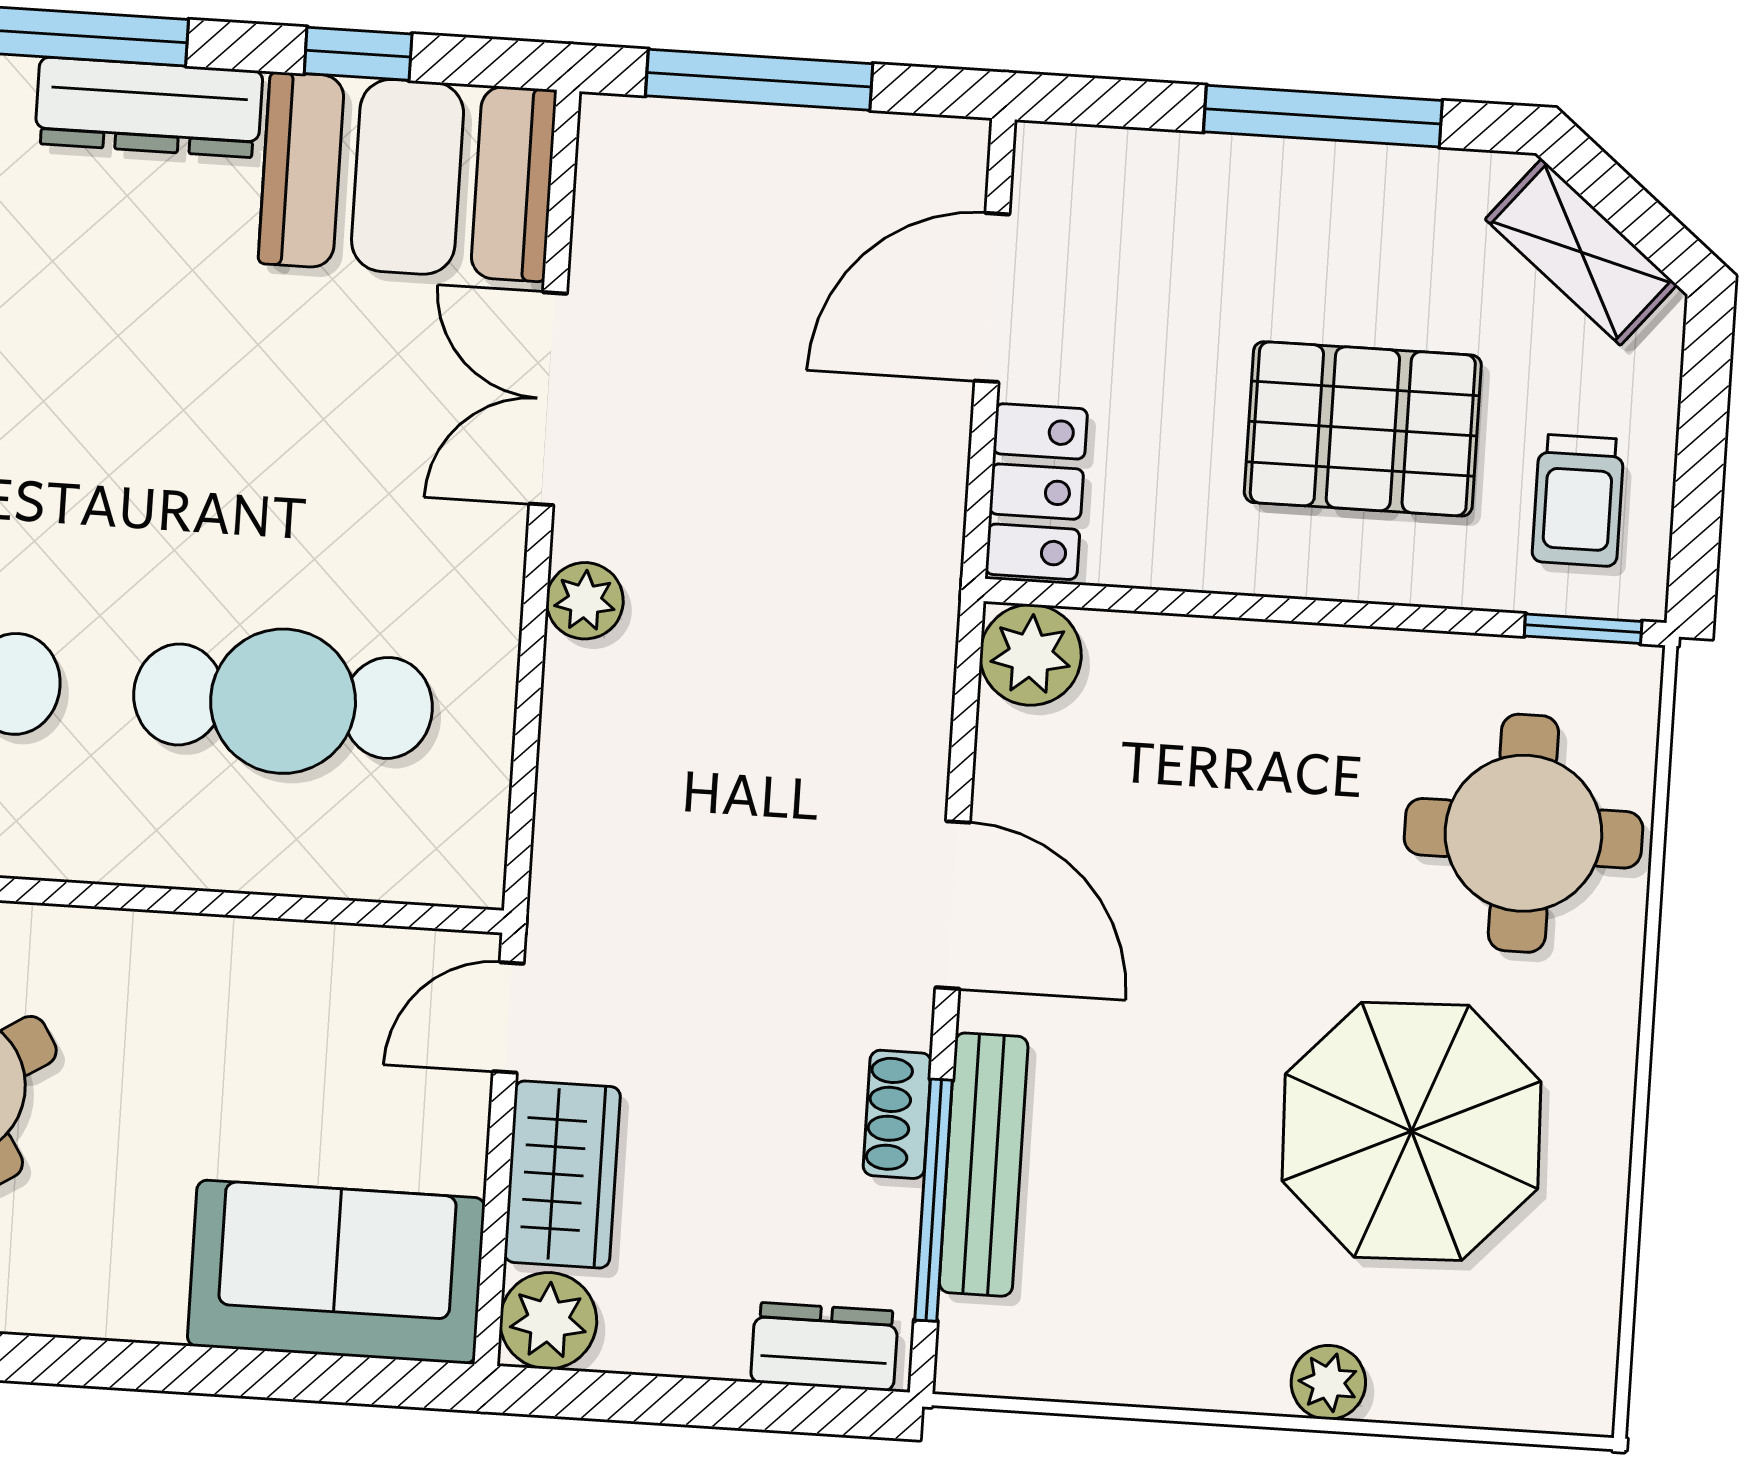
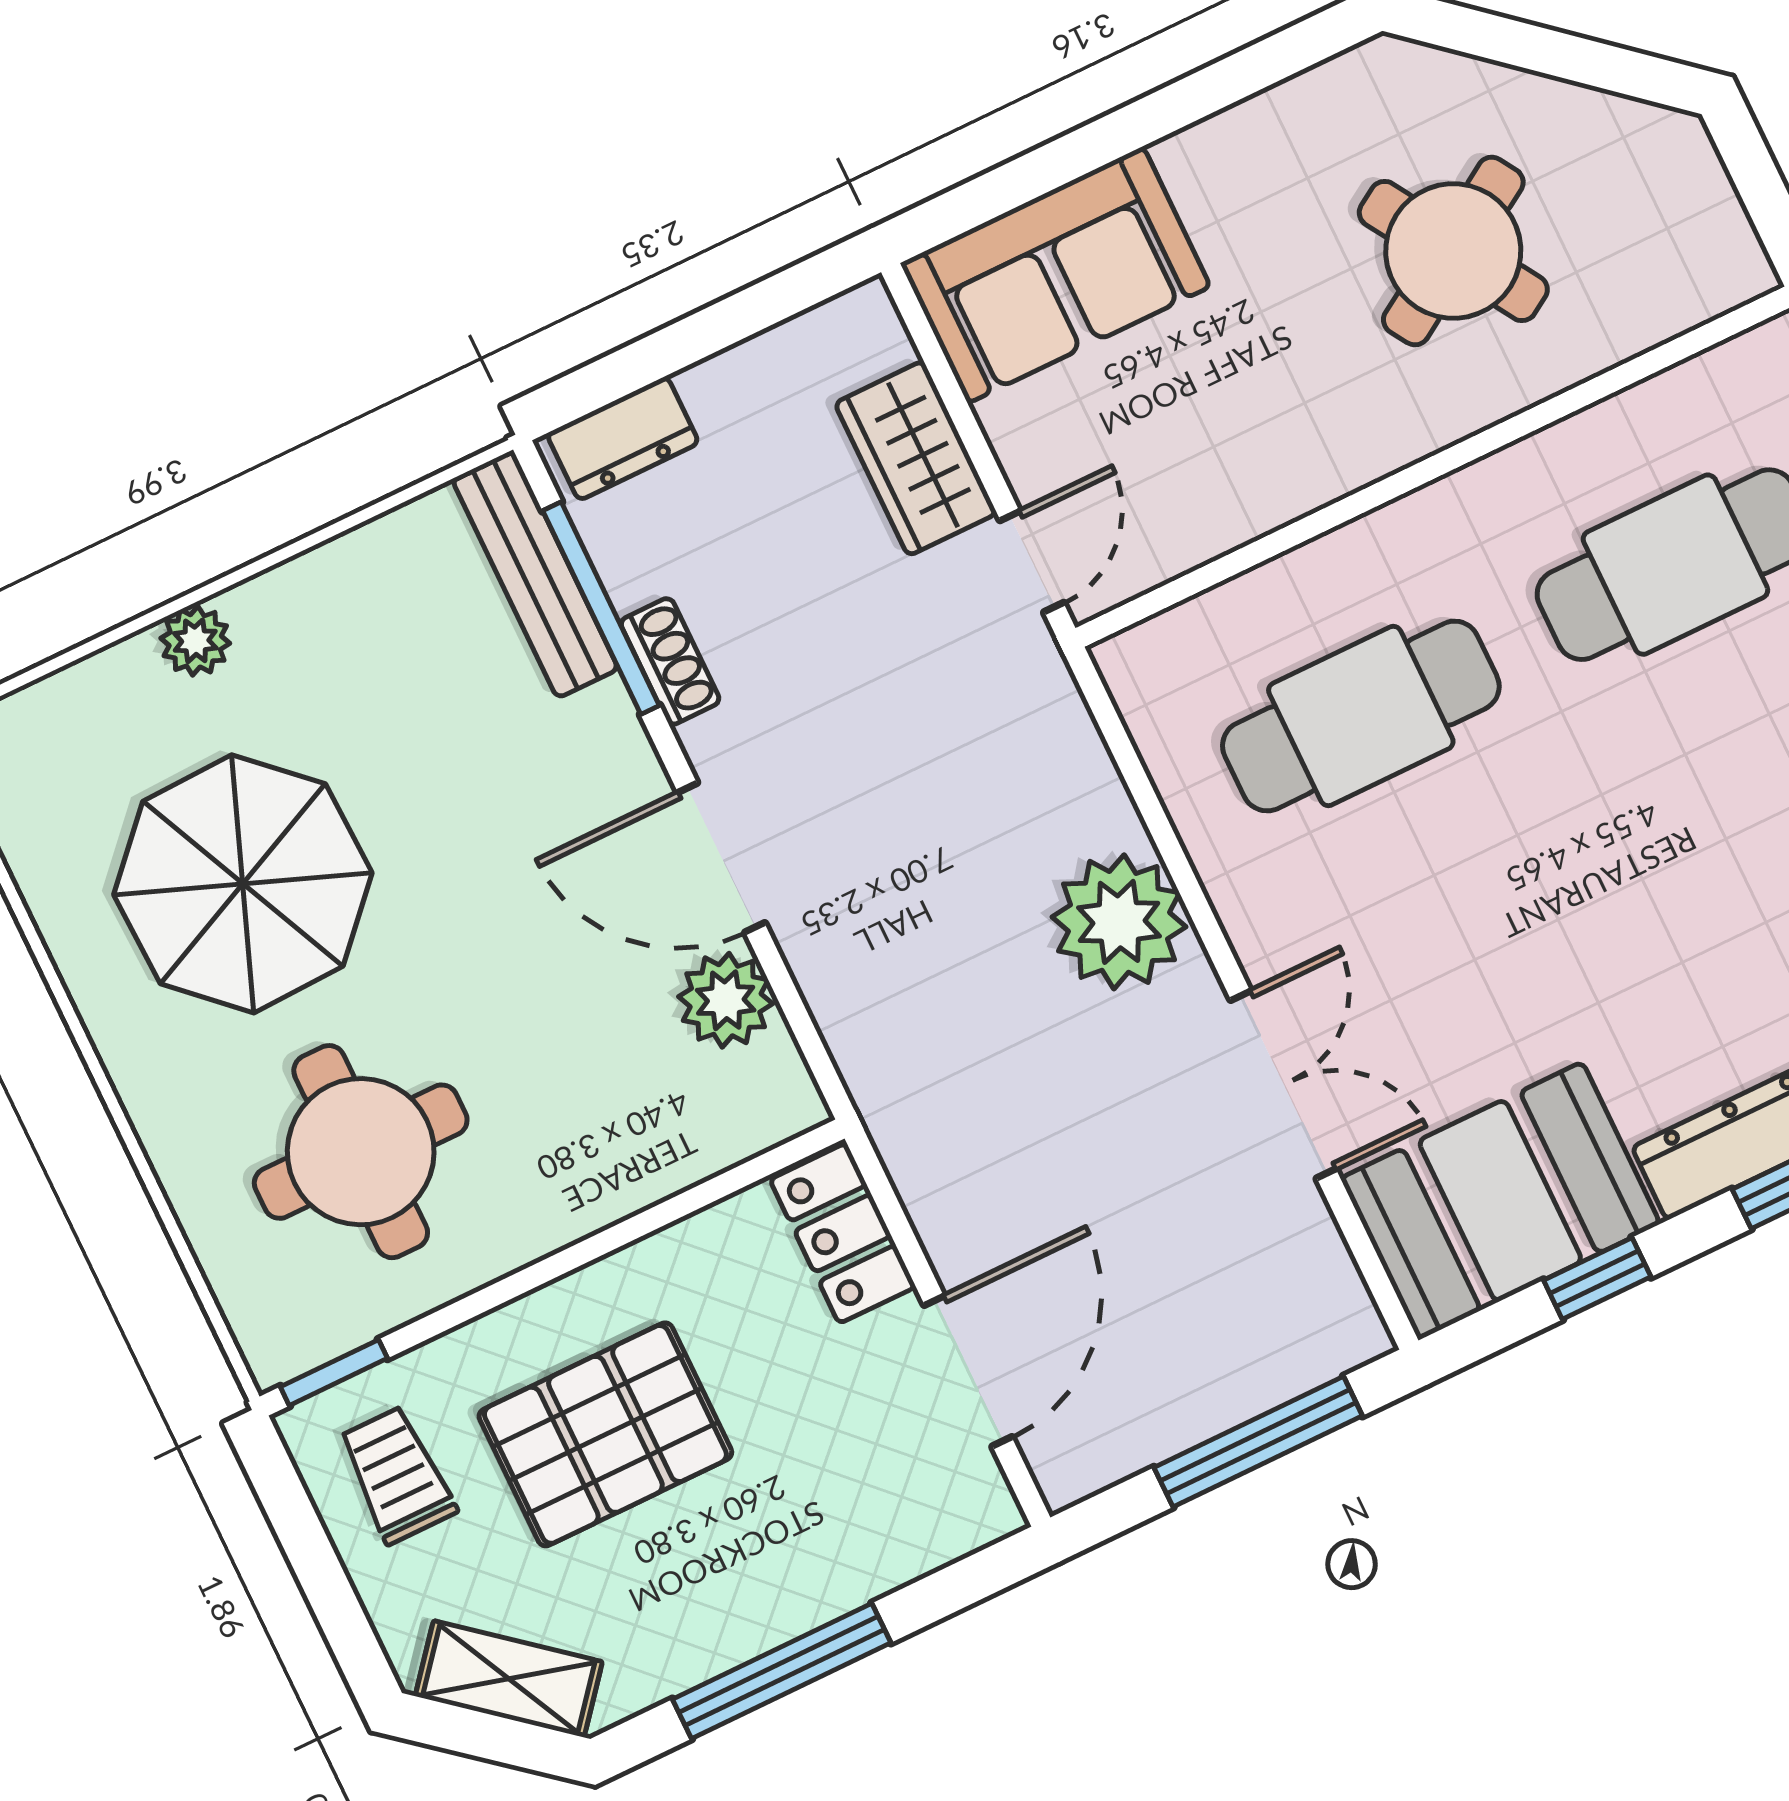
plant: (585, 601) -> (1119, 922), width x1.88, depth x1.88
plant: (1031, 655) -> (726, 1000), moved
round table: (1523, 833) -> (361, 1152), moved
bench: (984, 1165) -> (535, 574), moved
plant: (548, 1321) -> (860, 333), removed

